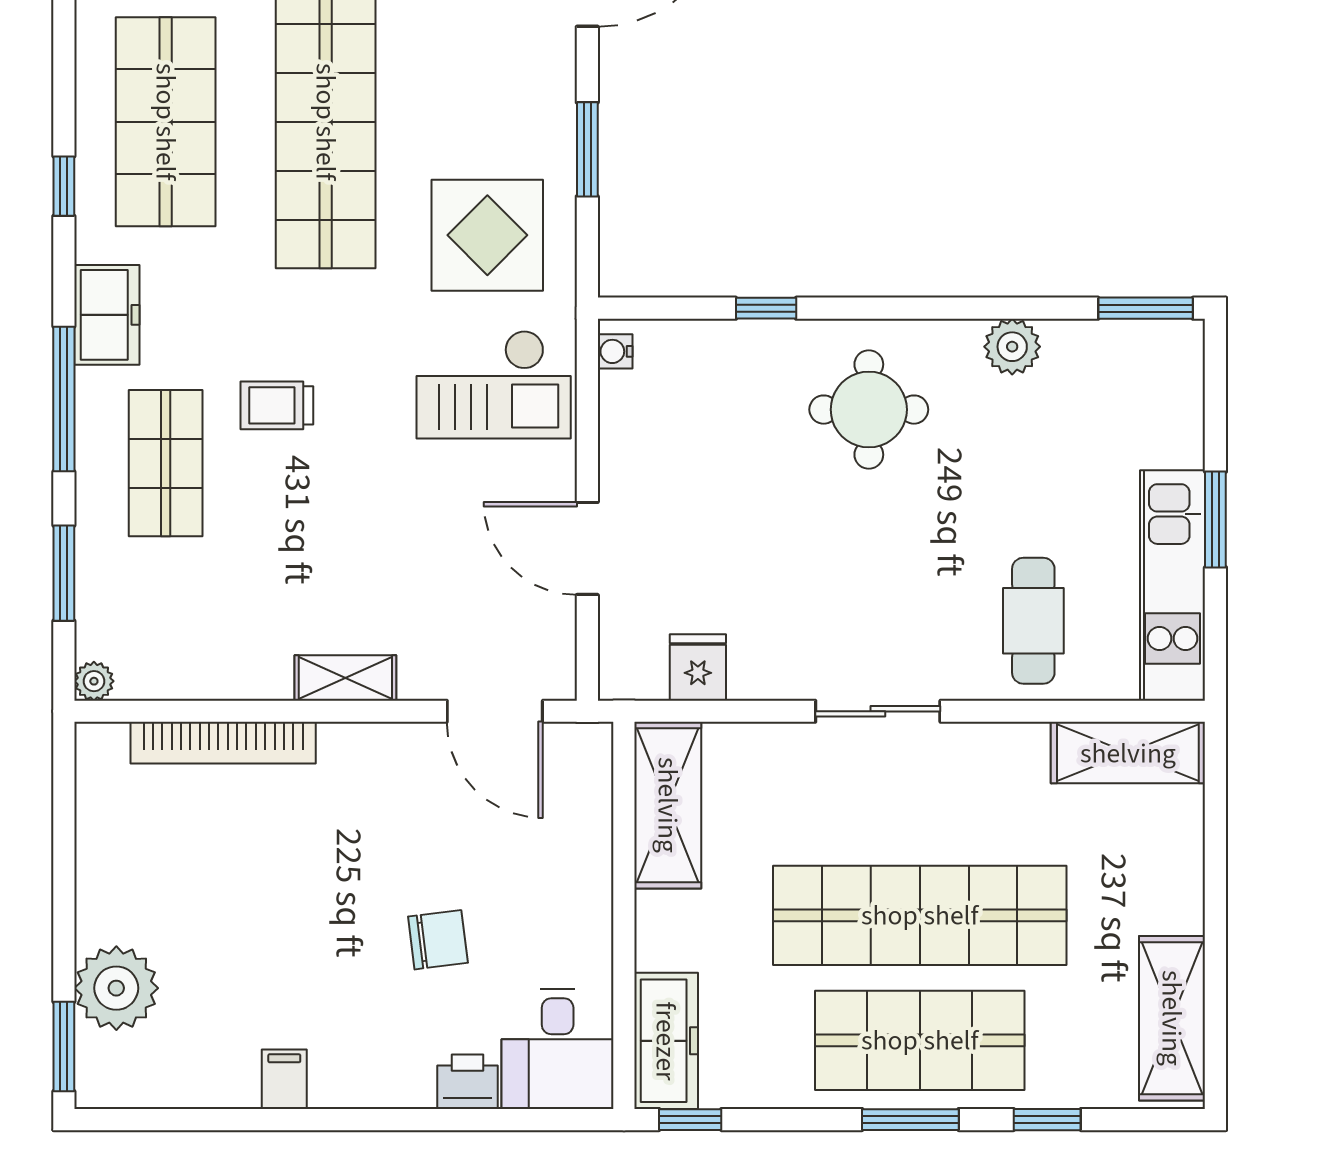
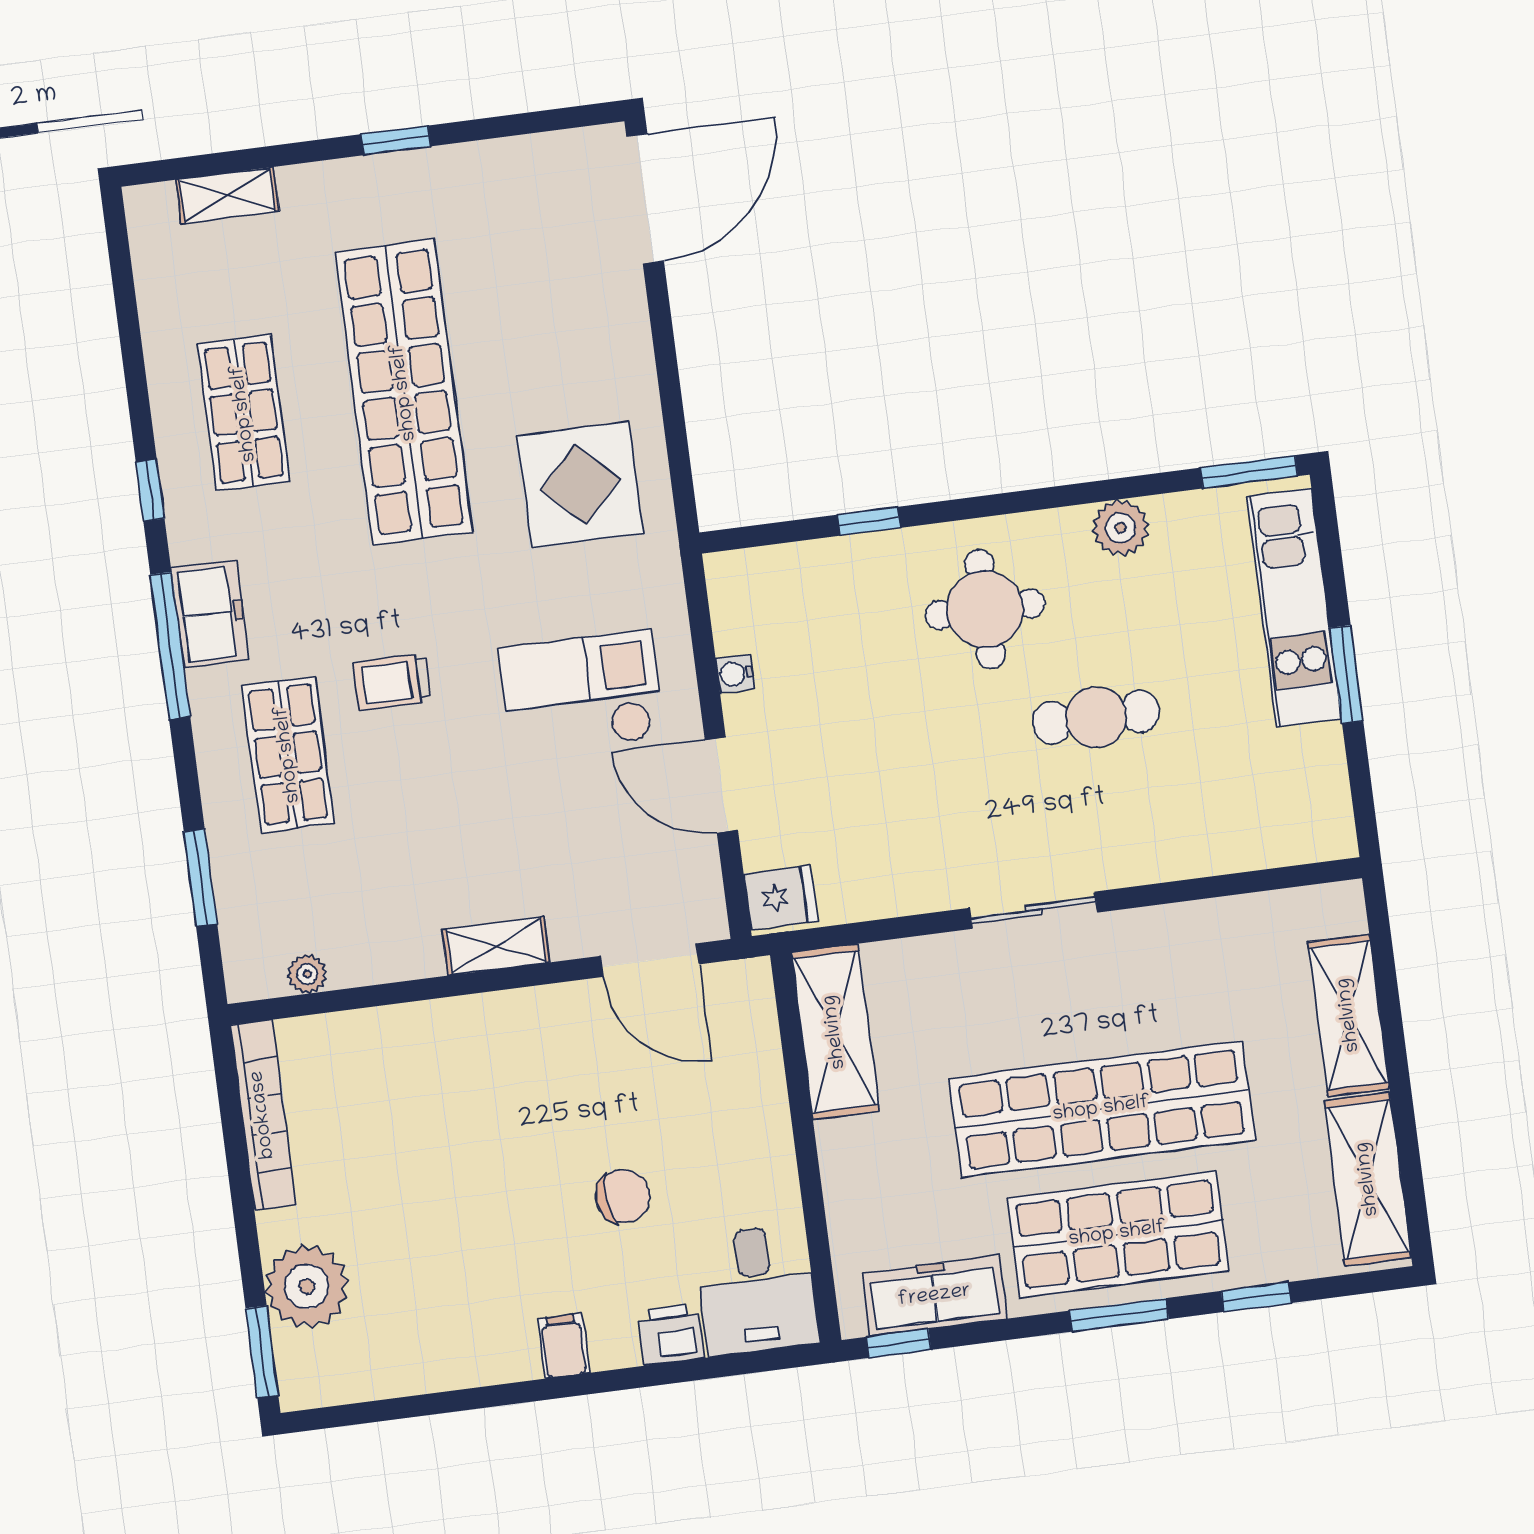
shop shelf: (166, 122) -> (244, 413), width x0.70, depth x0.74
window: (587, 149) -> (669, 385), removed
water cooler: (615, 351) -> (735, 674), moved
checkout: (494, 384) -> (582, 693), moved, turned 180
window: (64, 399) -> (170, 646), moved
kitchen unit: (1172, 586) -> (1294, 607), moved
cafe table: (1033, 621) -> (1096, 717), moved, turned 90
fridge: (698, 667) -> (781, 897), moved, turned 90
plant: (94, 681) -> (307, 974), moved
bookcase: (223, 743) -> (263, 1115), moved, turned -90
shelving: (1128, 753) -> (1349, 1015), moved, turned 90
freezer: (666, 1041) -> (934, 1296), moved, turned -90
filing cabinet: (284, 1079) -> (563, 1346), moved

